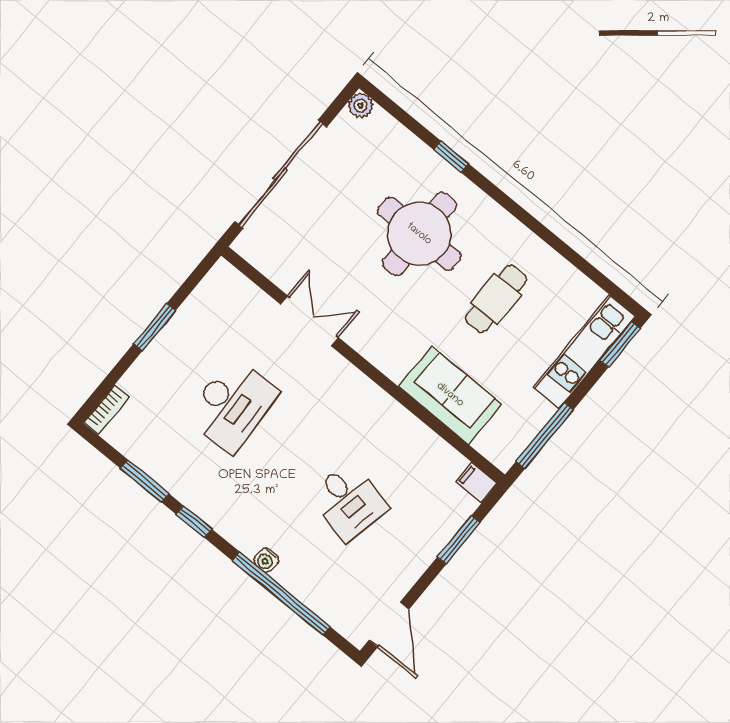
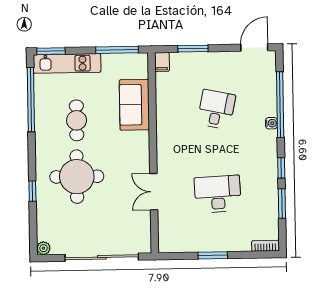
window: (577, 261) -> (31, 100), added
cafe table: (496, 299) -> (77, 120), turned 90

